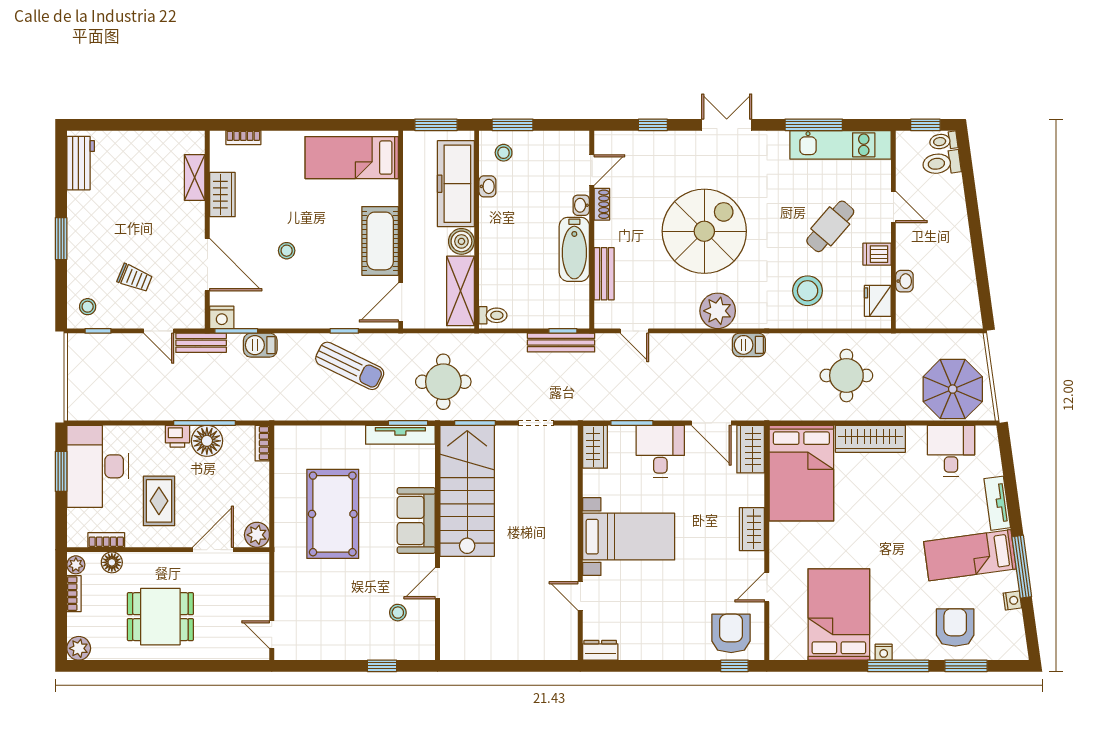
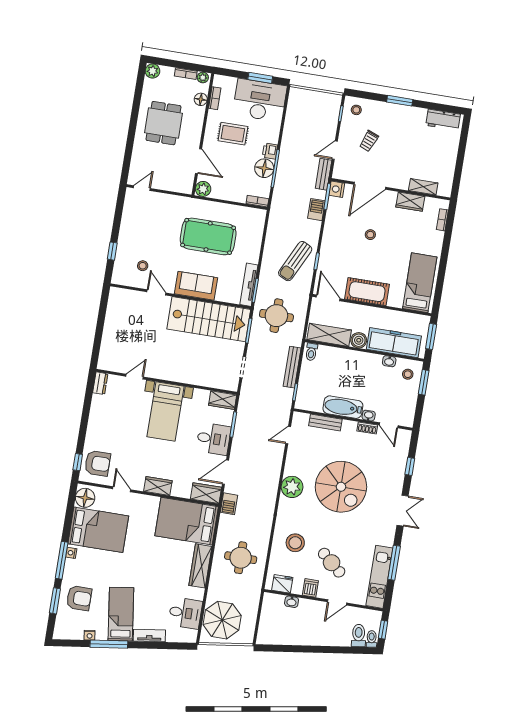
bench: (561, 343) -> (292, 367), moved
barbecue: (749, 345) -> (229, 504), moved, turned 180
floor lamp: (790, 644) -> (85, 498), added

